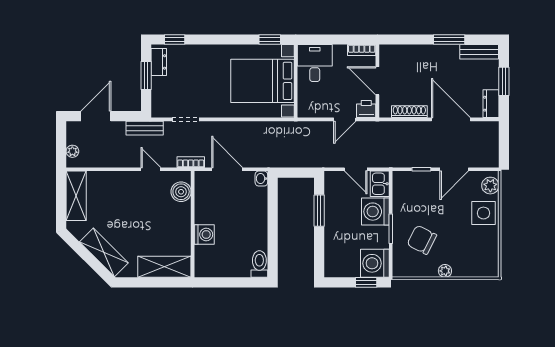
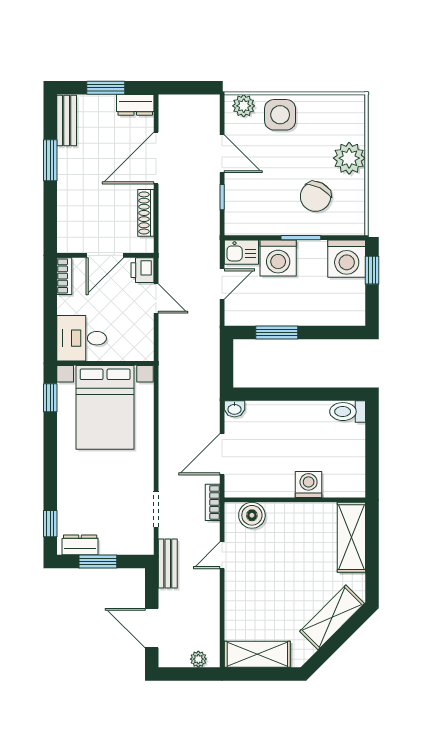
plant: (445, 271) -> (349, 158), width x1.87, depth x1.87

